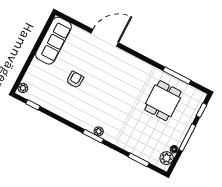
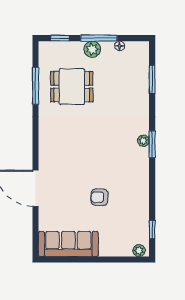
plant: (167, 158) -> (92, 49), moved

